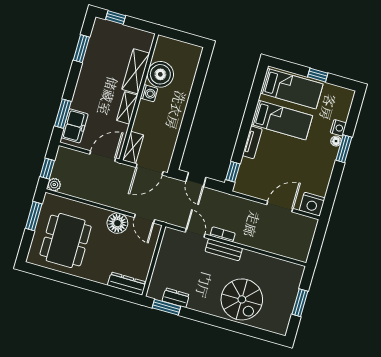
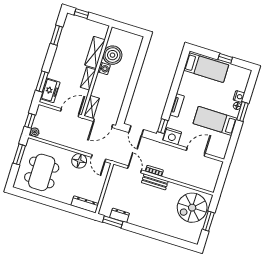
bed: (282, 120) -> (215, 121), moved, turned 180
nightstand: (312, 204) -> (172, 136), moved
spiral stairs: (242, 299) -> (192, 208), moved, turned 90

